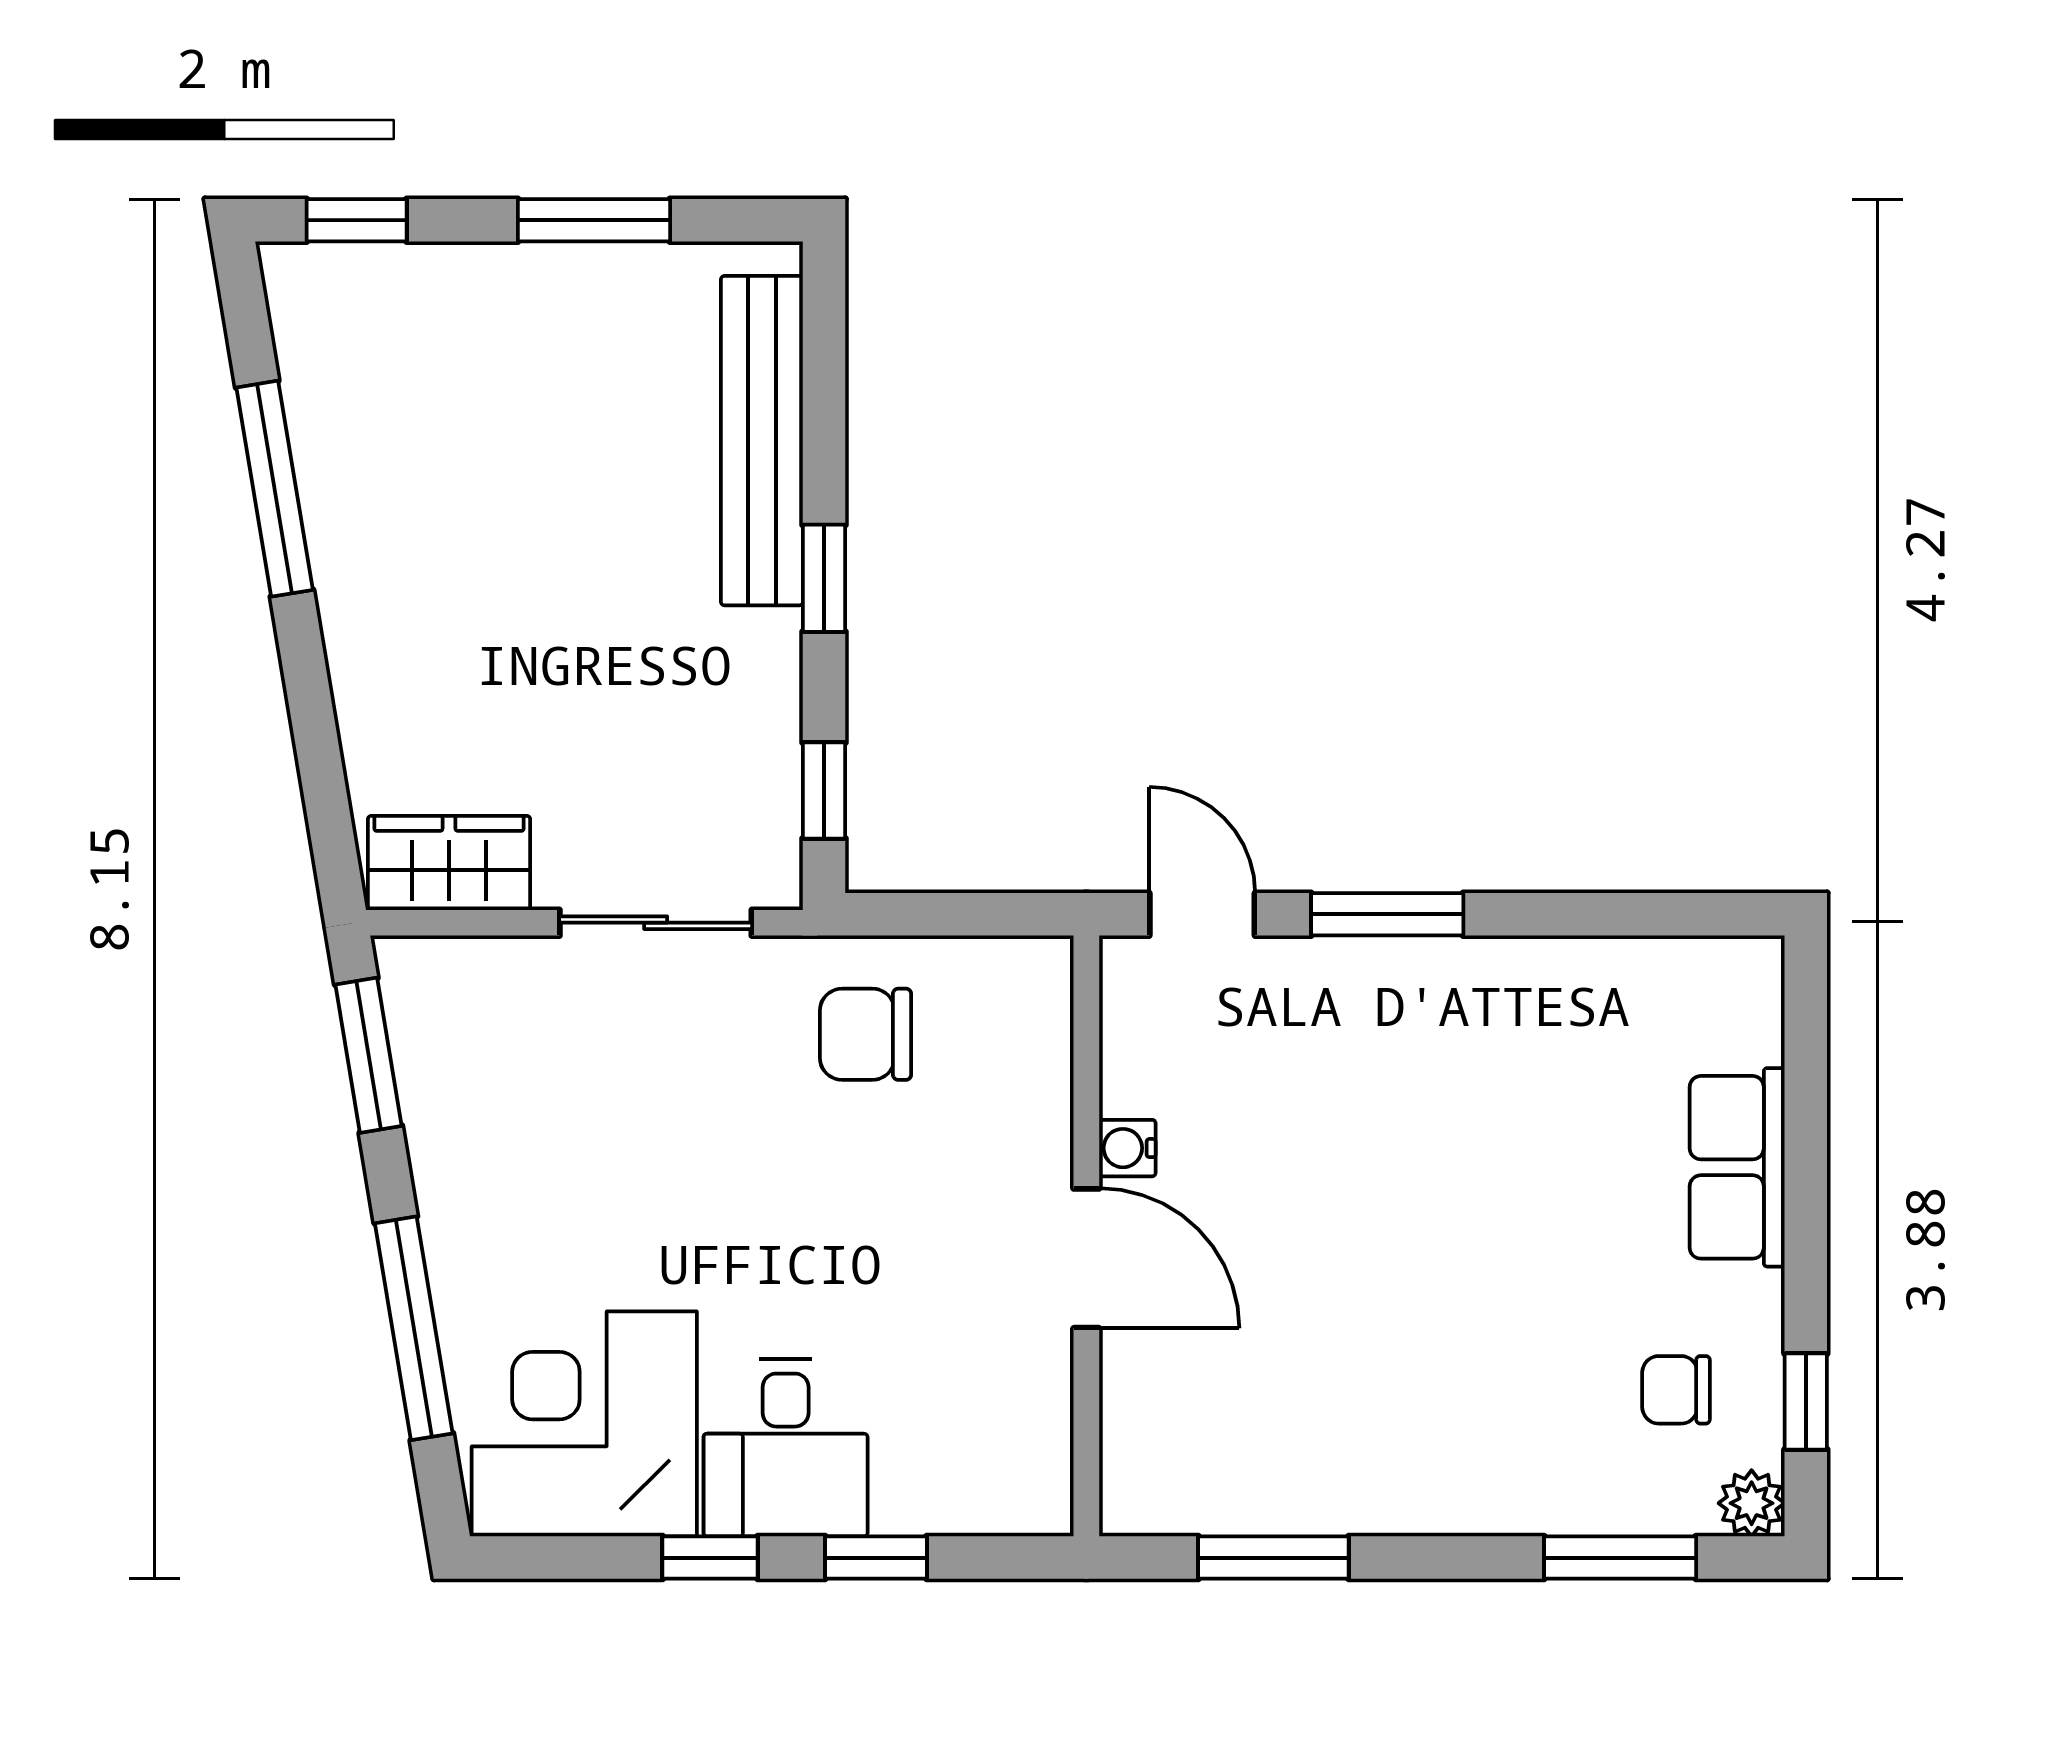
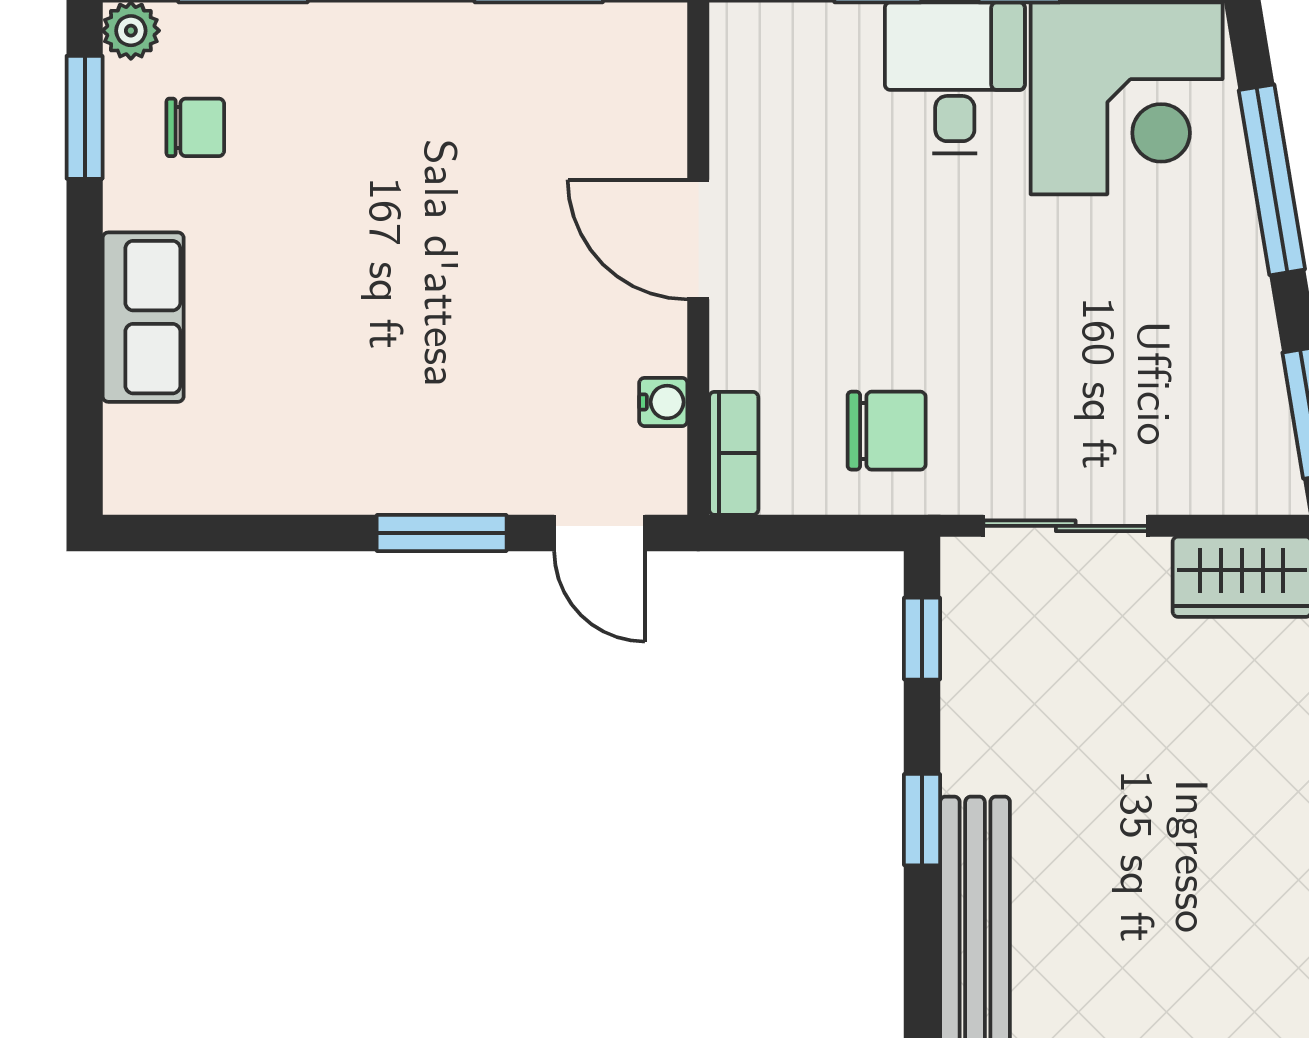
bookcase: (1045, 1008) -> (734, 453), added
water cooler: (1127, 1148) -> (663, 402), moved
window: (1806, 1402) -> (85, 117), width x1.50

